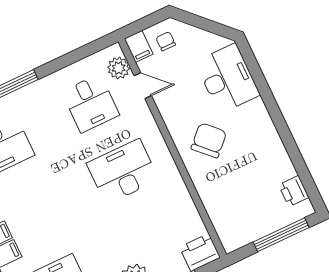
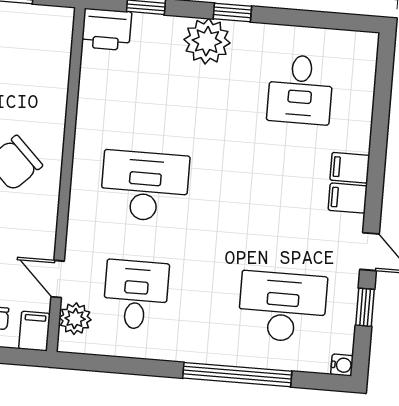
desk: (123, 172) -> (145, 186), turned 180

